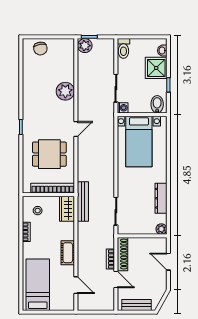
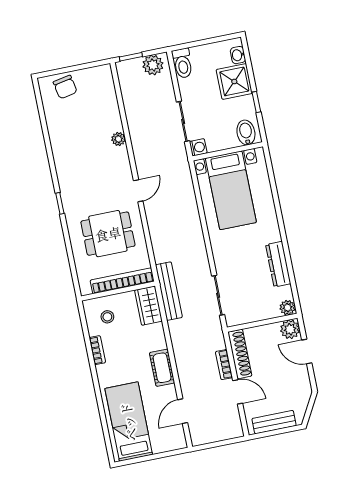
plant: (85, 46) -> (153, 65), moved
plant: (65, 91) -> (118, 139), width x0.53, depth x0.53
plant: (160, 244) -> (290, 329), added
door: (76, 285) -> (183, 411), swing flipped

